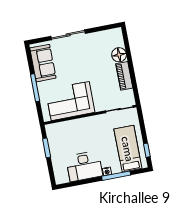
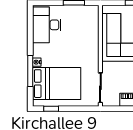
bed: (128, 149) -> (57, 84), width x1.50
desk: (84, 166) -> (47, 25), moved

